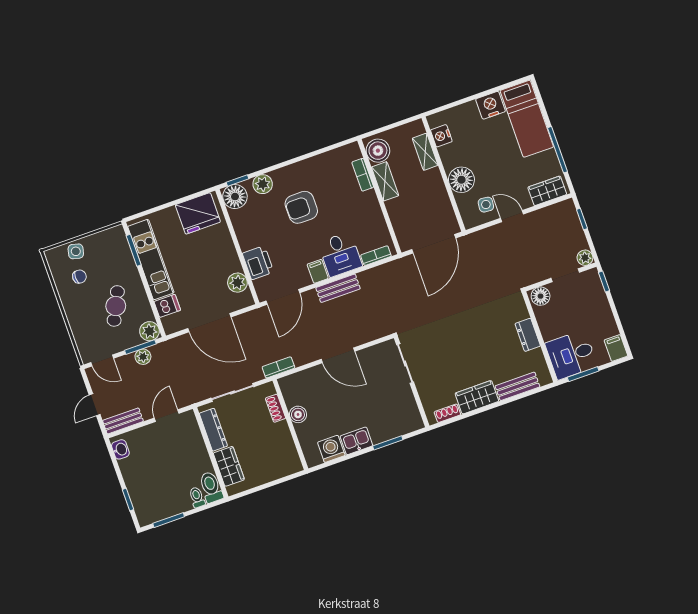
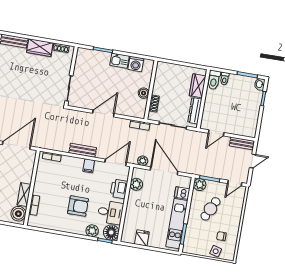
fridge: (198, 213) -> (142, 238), width x0.53, depth x0.75
desk: (340, 254) -> (110, 212), moved, turned 90
door: (338, 355) -> (103, 113), hinge flipped
plant: (143, 357) -> (143, 161), moved
door: (102, 360) -> (235, 183), swing flipped
washbasin: (120, 449) -> (260, 84), moved

